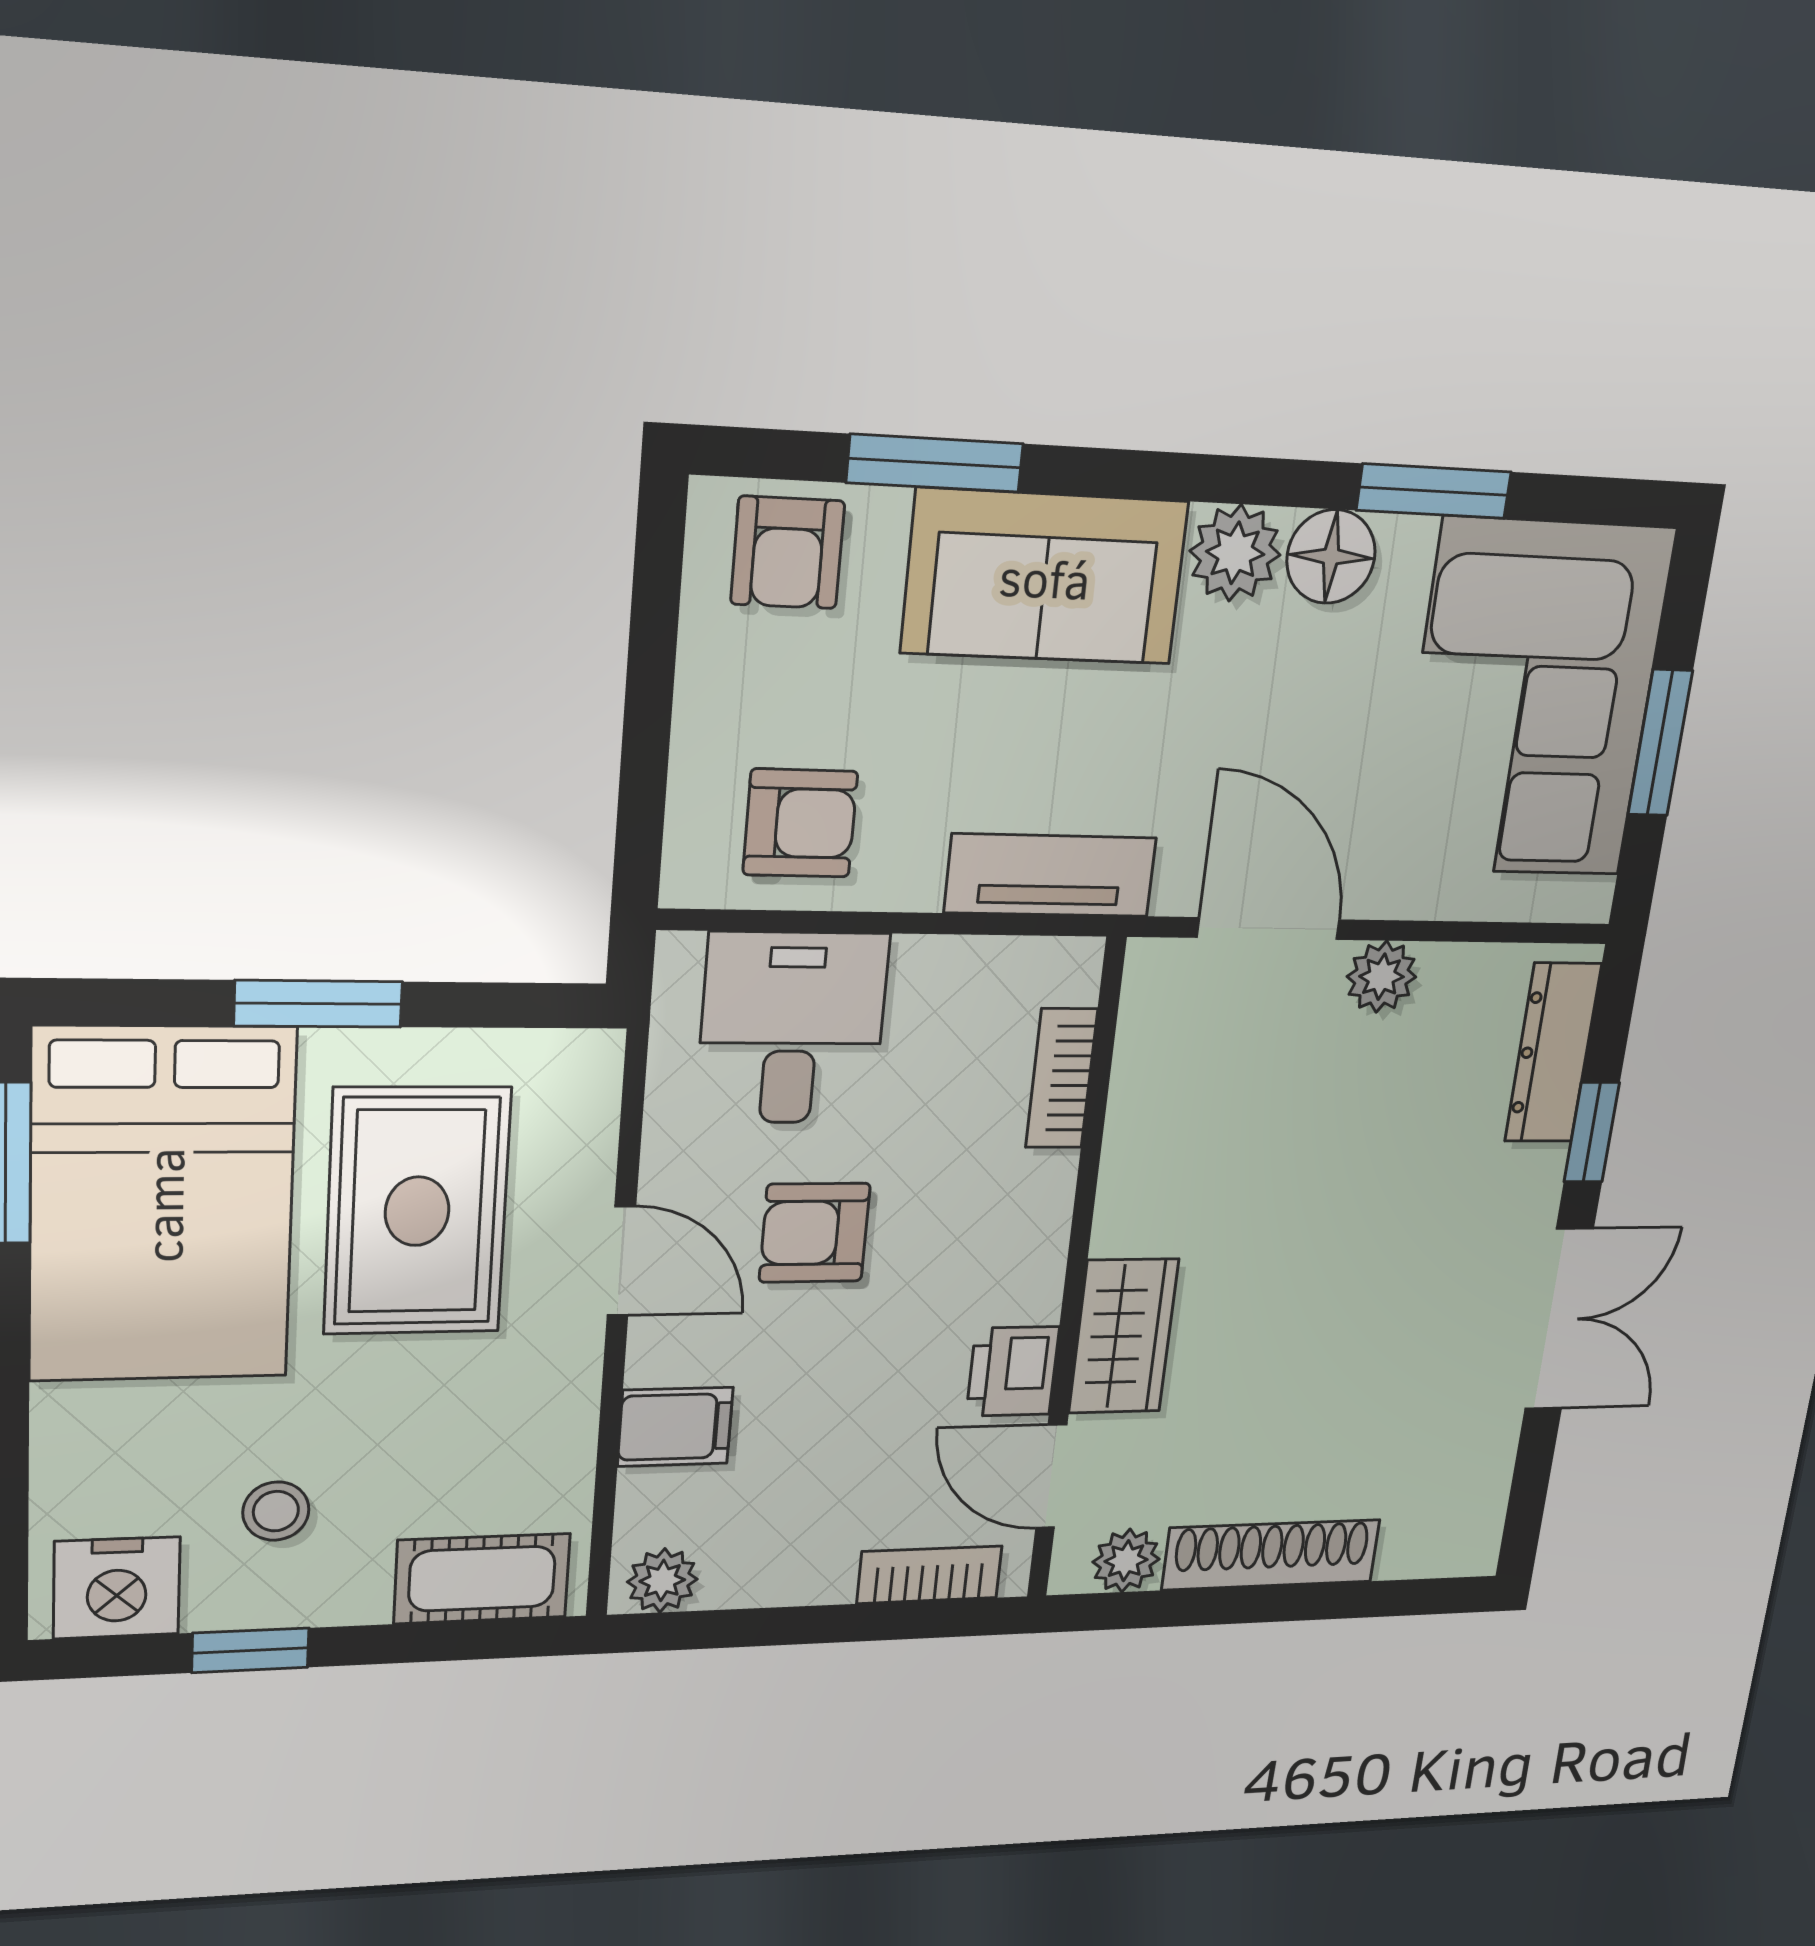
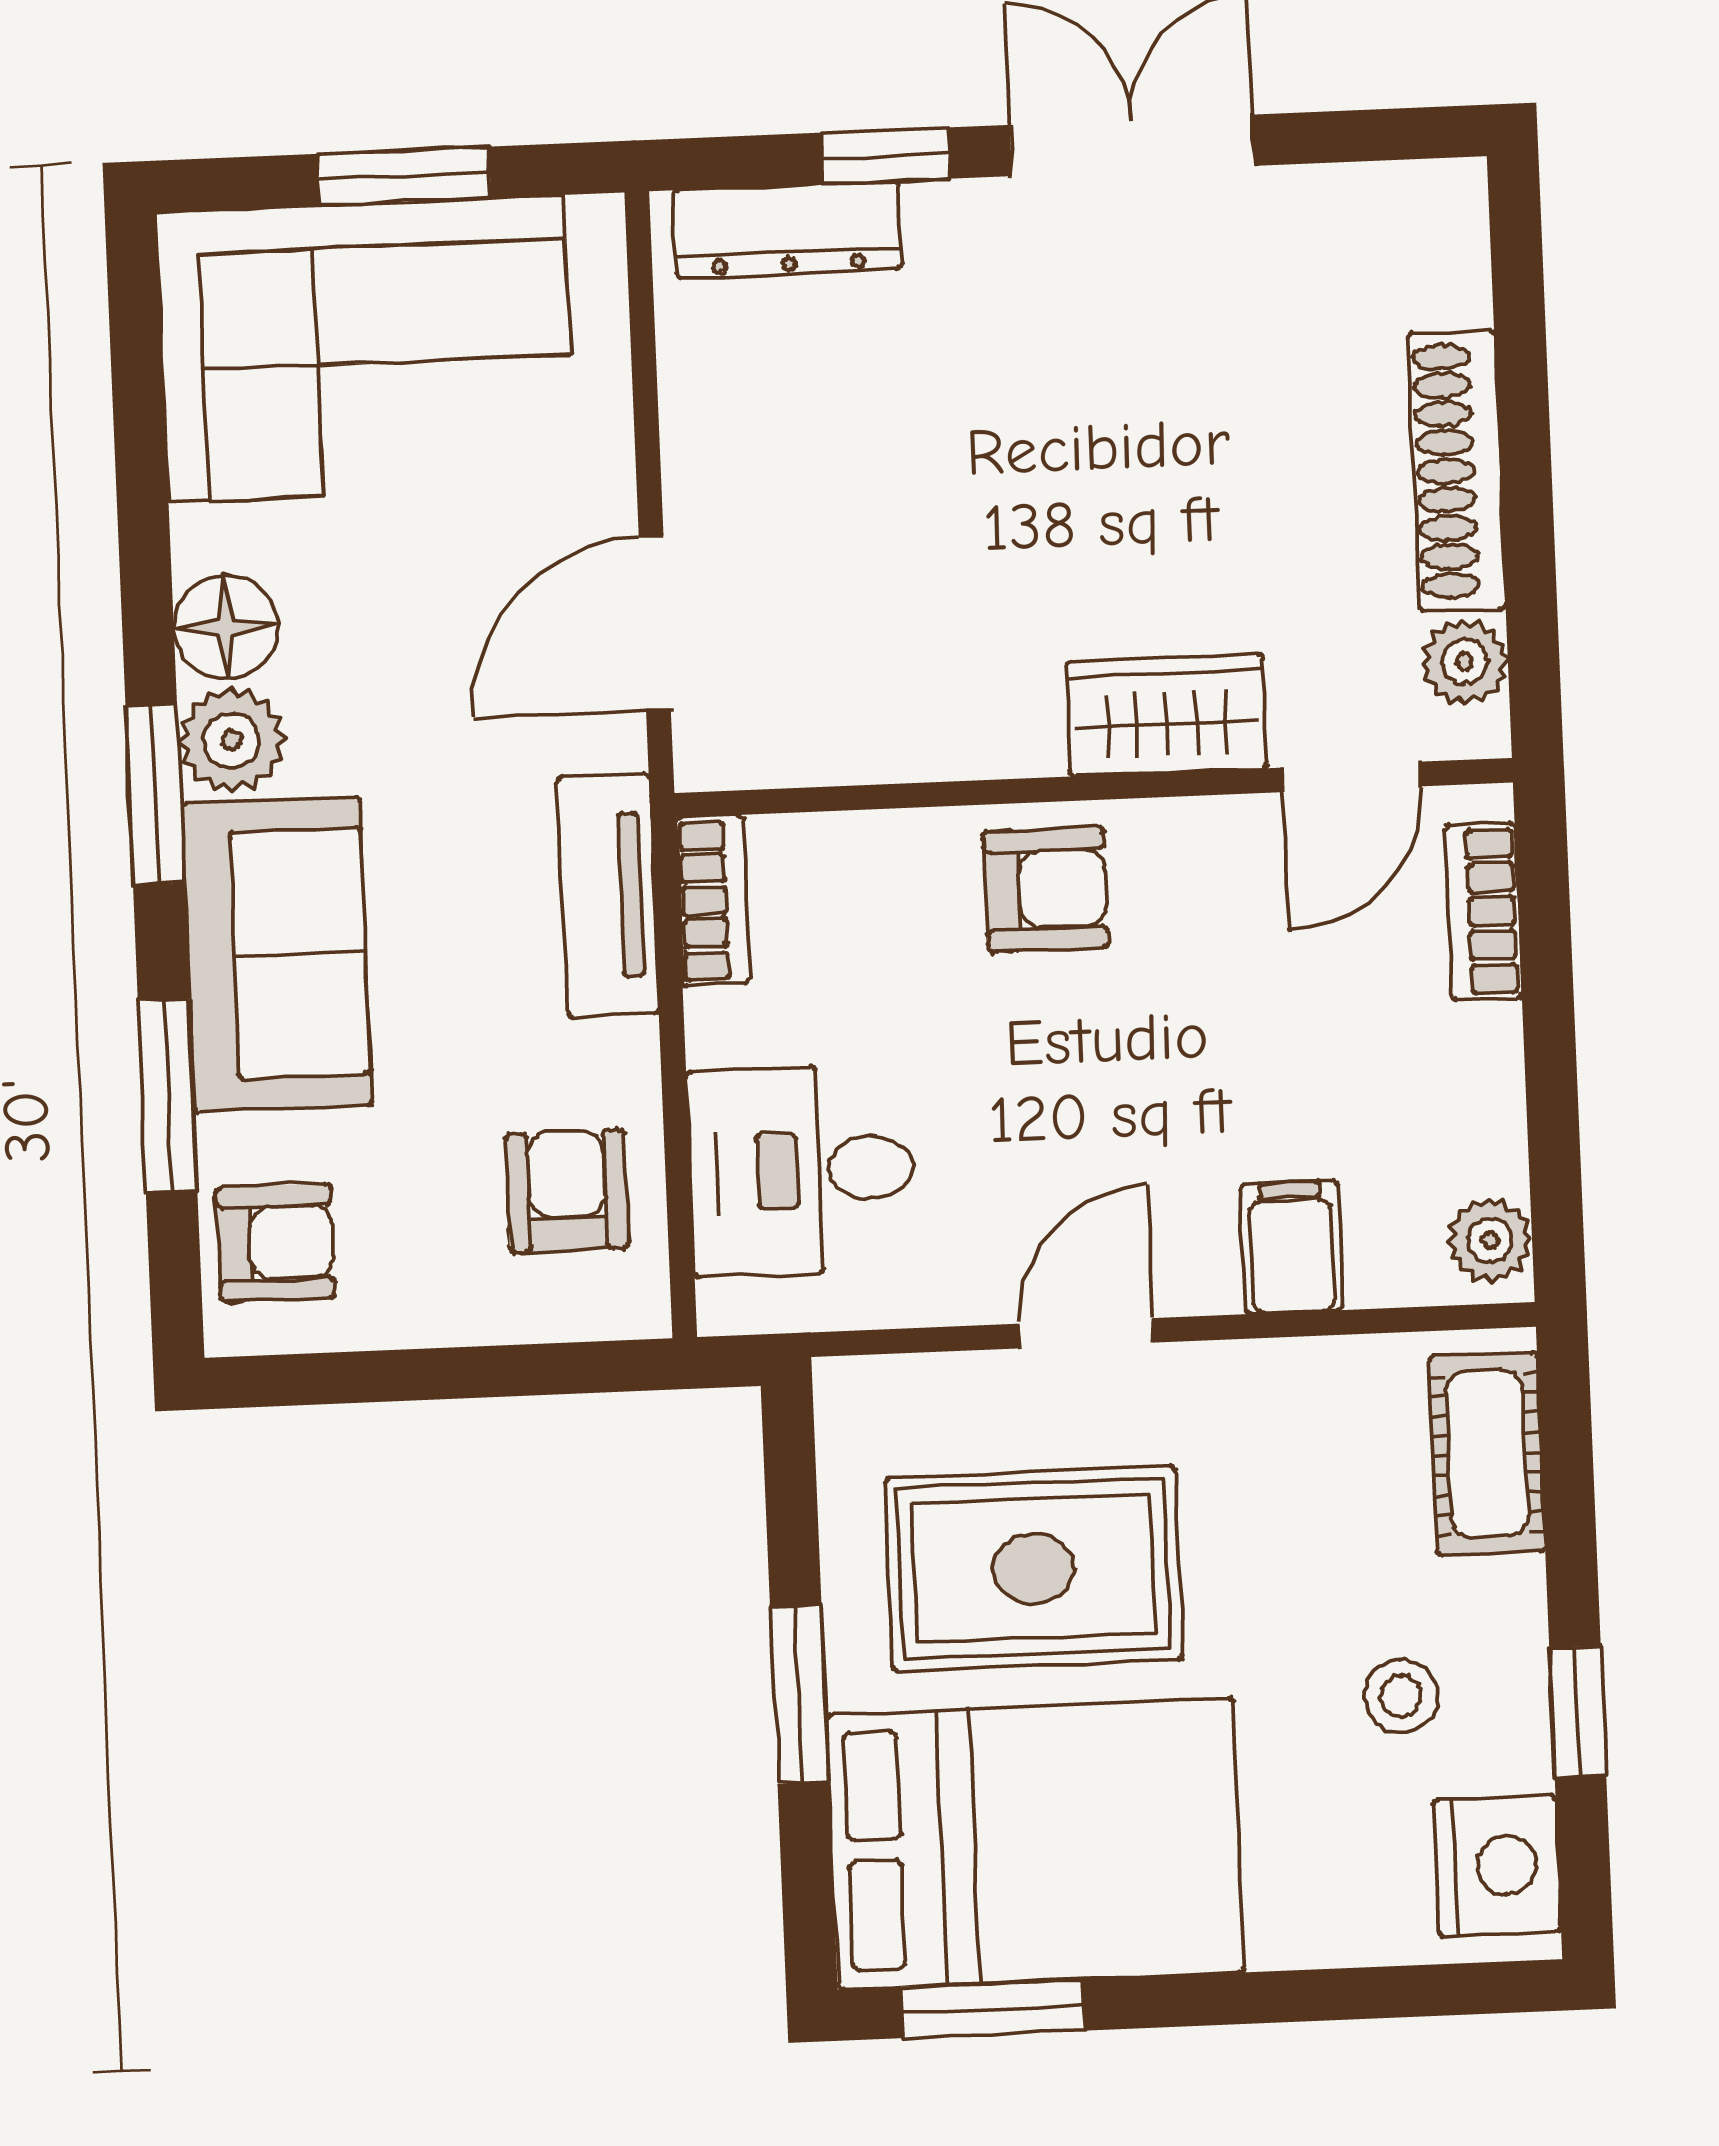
window: (1434, 491) -> (155, 794), moved
plant: (1381, 977) -> (705, 471), removed
bookcase: (1062, 1078) -> (713, 901), moved, turned -90
armchair: (815, 1233) -> (1046, 889), moved, turned -90
printer: (1013, 1371) -> (1214, 847), removed

